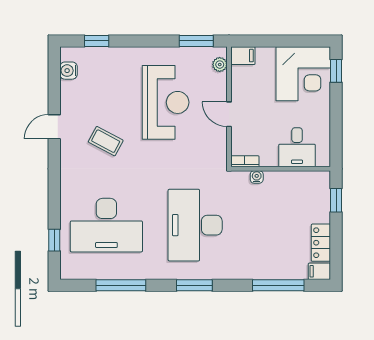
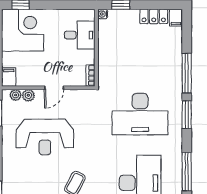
plant: (219, 81) -> (28, 95), added
reception desk: (166, 102) -> (45, 137), turned 180
water cooler: (257, 177) -> (103, 14), moved
window: (278, 285) -> (187, 73), moved

